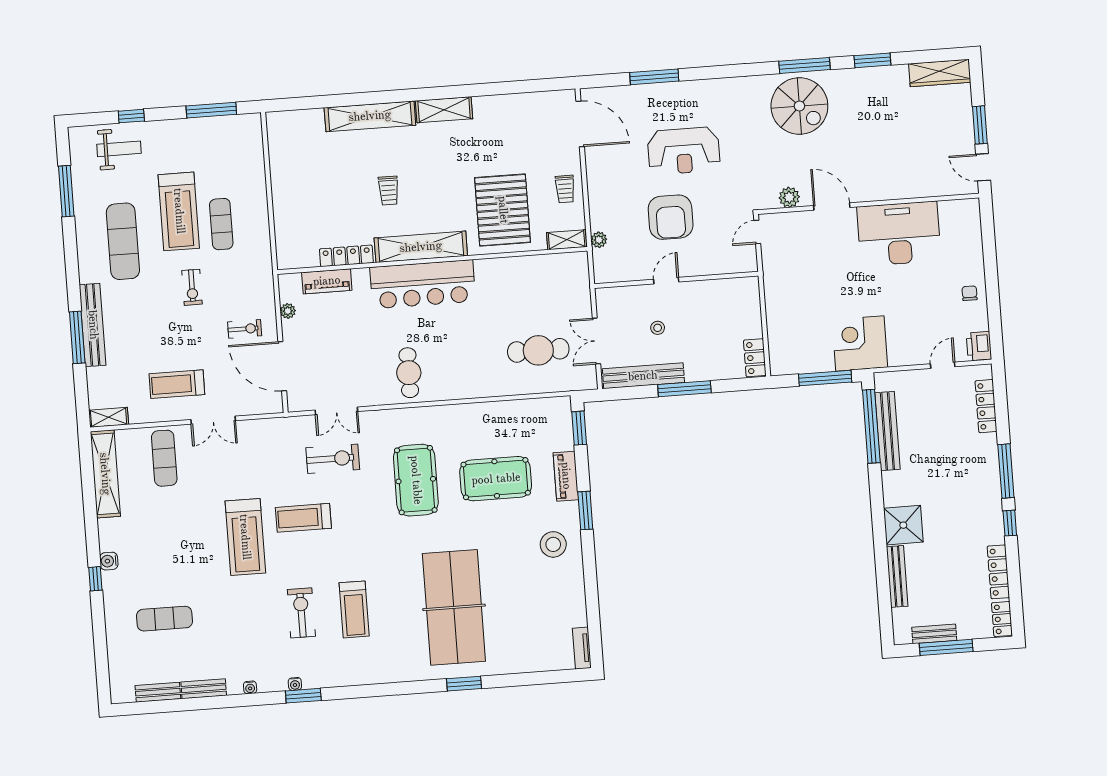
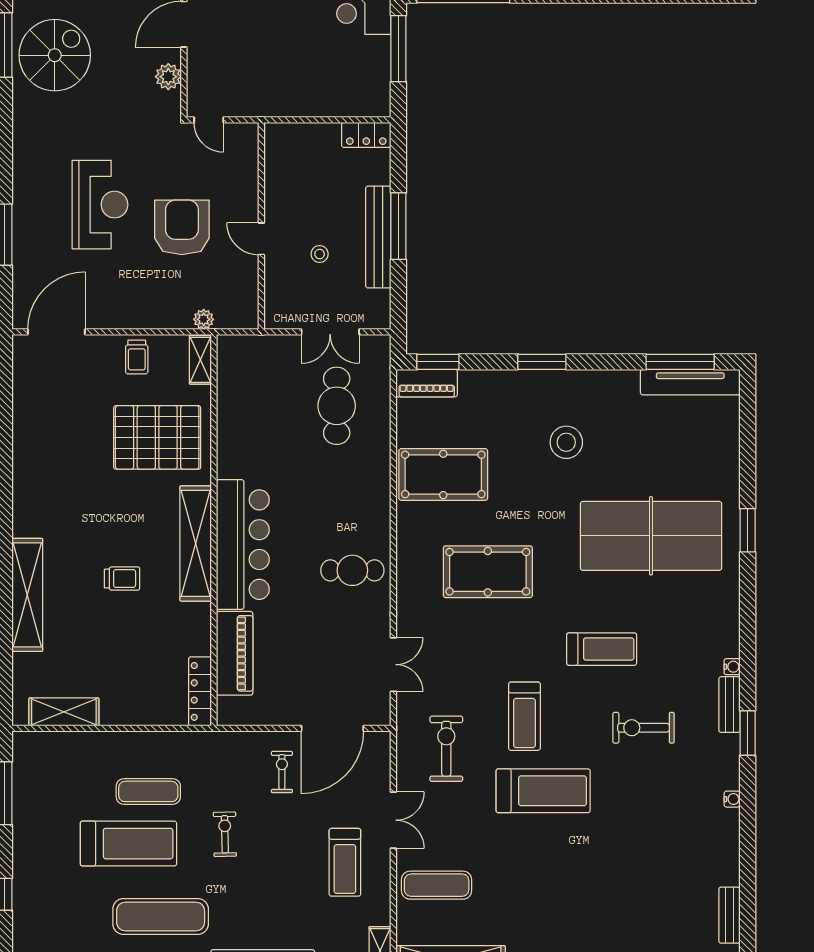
shelving: (444, 110) -> (64, 712), moved, turned 90
weight bench: (119, 149) -> (44, 913), removed
trolley: (565, 189) -> (137, 357), turned 90
armchair: (671, 217) -> (182, 227), turned -90
locker: (346, 256) -> (200, 691), moved
piano: (327, 281) -> (235, 653), width x1.37, depth x1.33
exercise bike: (192, 287) -> (225, 834), turned -91
plant: (288, 311) -> (264, 716), removed
bench: (643, 376) -> (378, 237), moved
exercise bike: (333, 459) -> (446, 749), moved
piano: (566, 476) -> (427, 383), moved
pool table: (496, 479) -> (443, 474), moved, turned 90
stool: (553, 544) -> (566, 442), moved
treadmill: (354, 609) -> (602, 649), moved
exercise mat: (164, 619) -> (638, 900), removed
window: (594, 620) -> (680, 362), added
tv unit: (582, 648) -> (690, 382), width x1.92, depth x1.29
water cooler: (295, 684) -> (732, 667), moved
bench: (204, 689) -> (729, 705), moved

